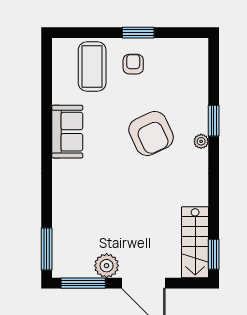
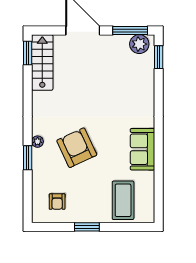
armchair: (133, 64) -> (57, 202), moved
window: (47, 249) -> (159, 57), width x0.69
plant: (107, 266) -> (139, 44), moved

